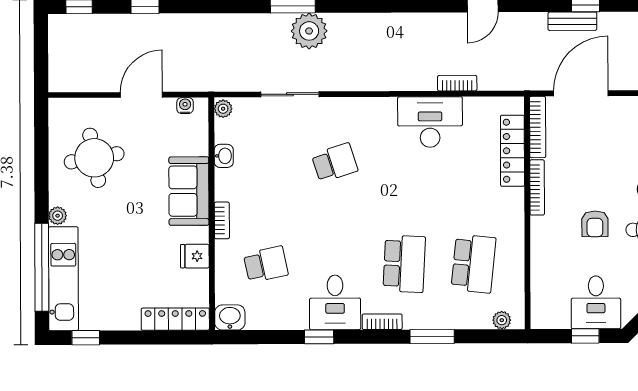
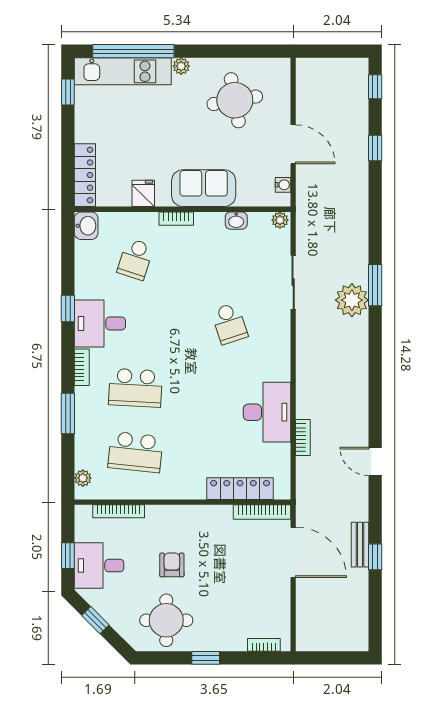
bookcase: (537, 187) -> (119, 511), moved
armchair: (595, 224) -> (172, 565), turned 90
school desk: (266, 264) -> (135, 259), turned 30

